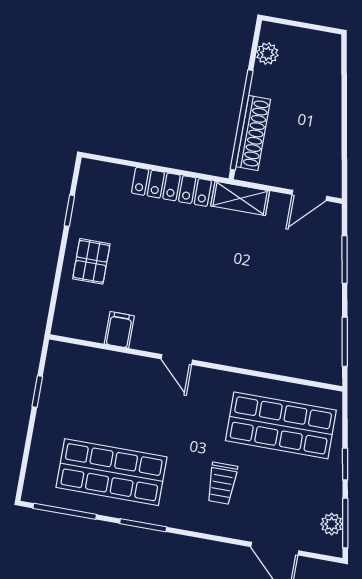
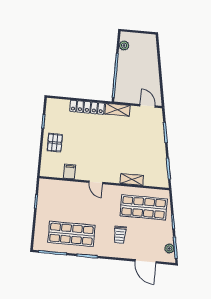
shoe rack: (253, 133) -> (121, 81), removed
door: (309, 195) -> (148, 106), swing flipped
shelving: (259, 360) -> (132, 179), added

